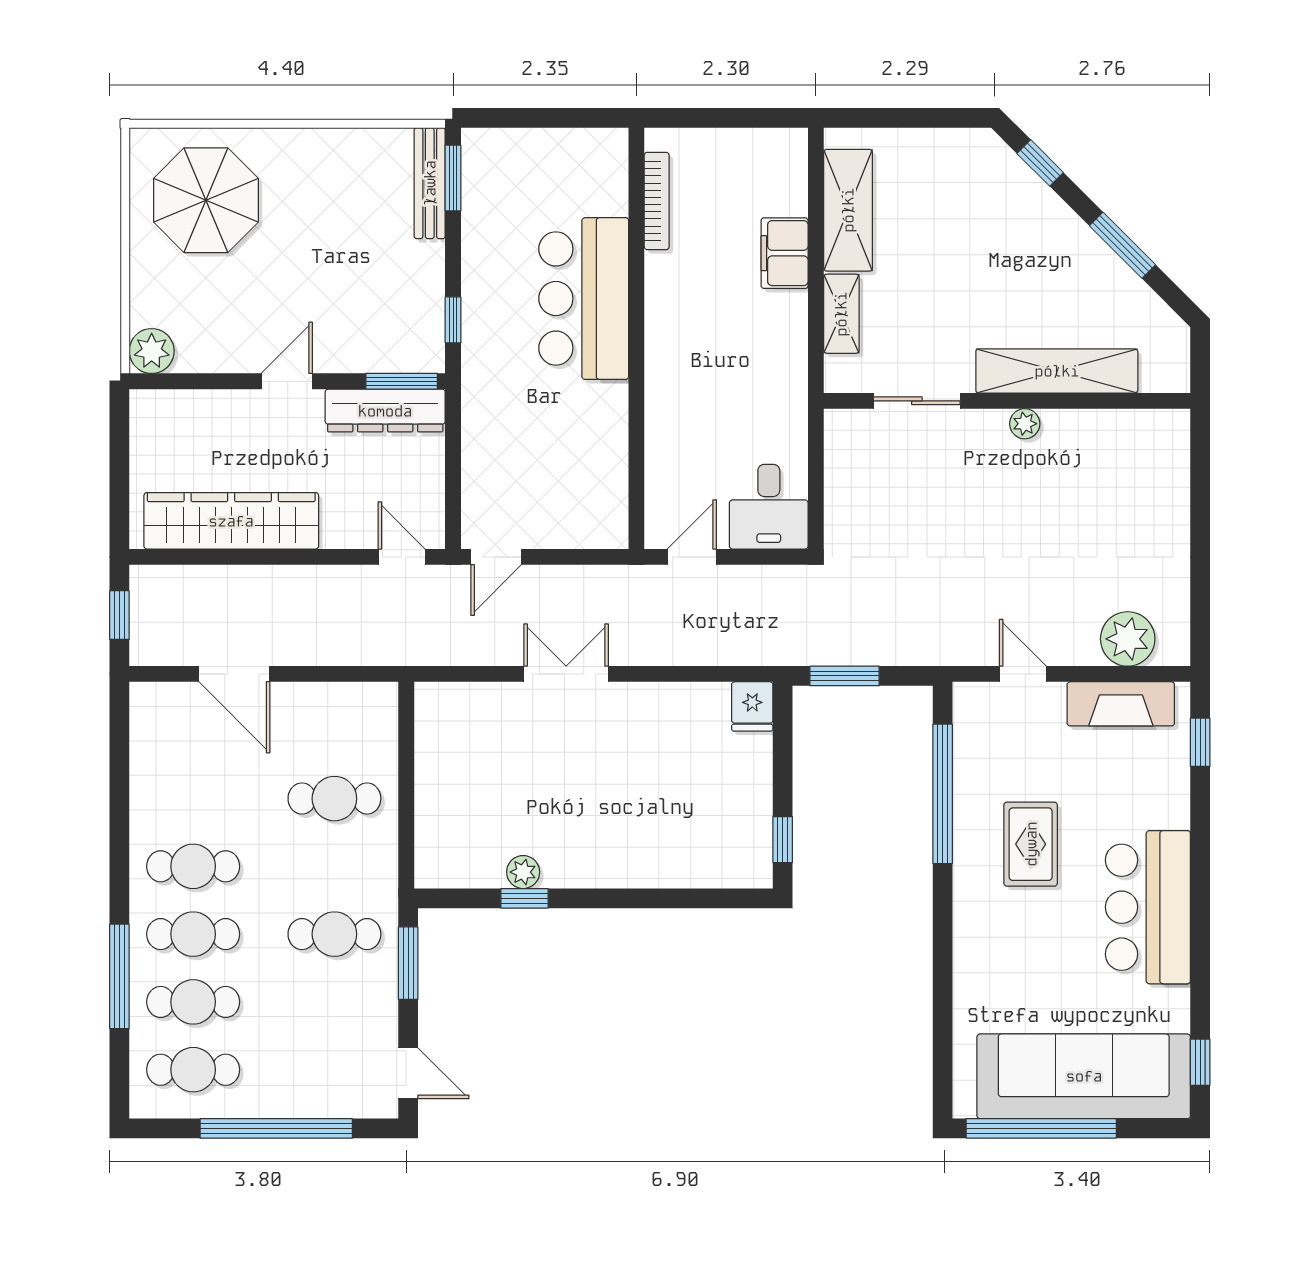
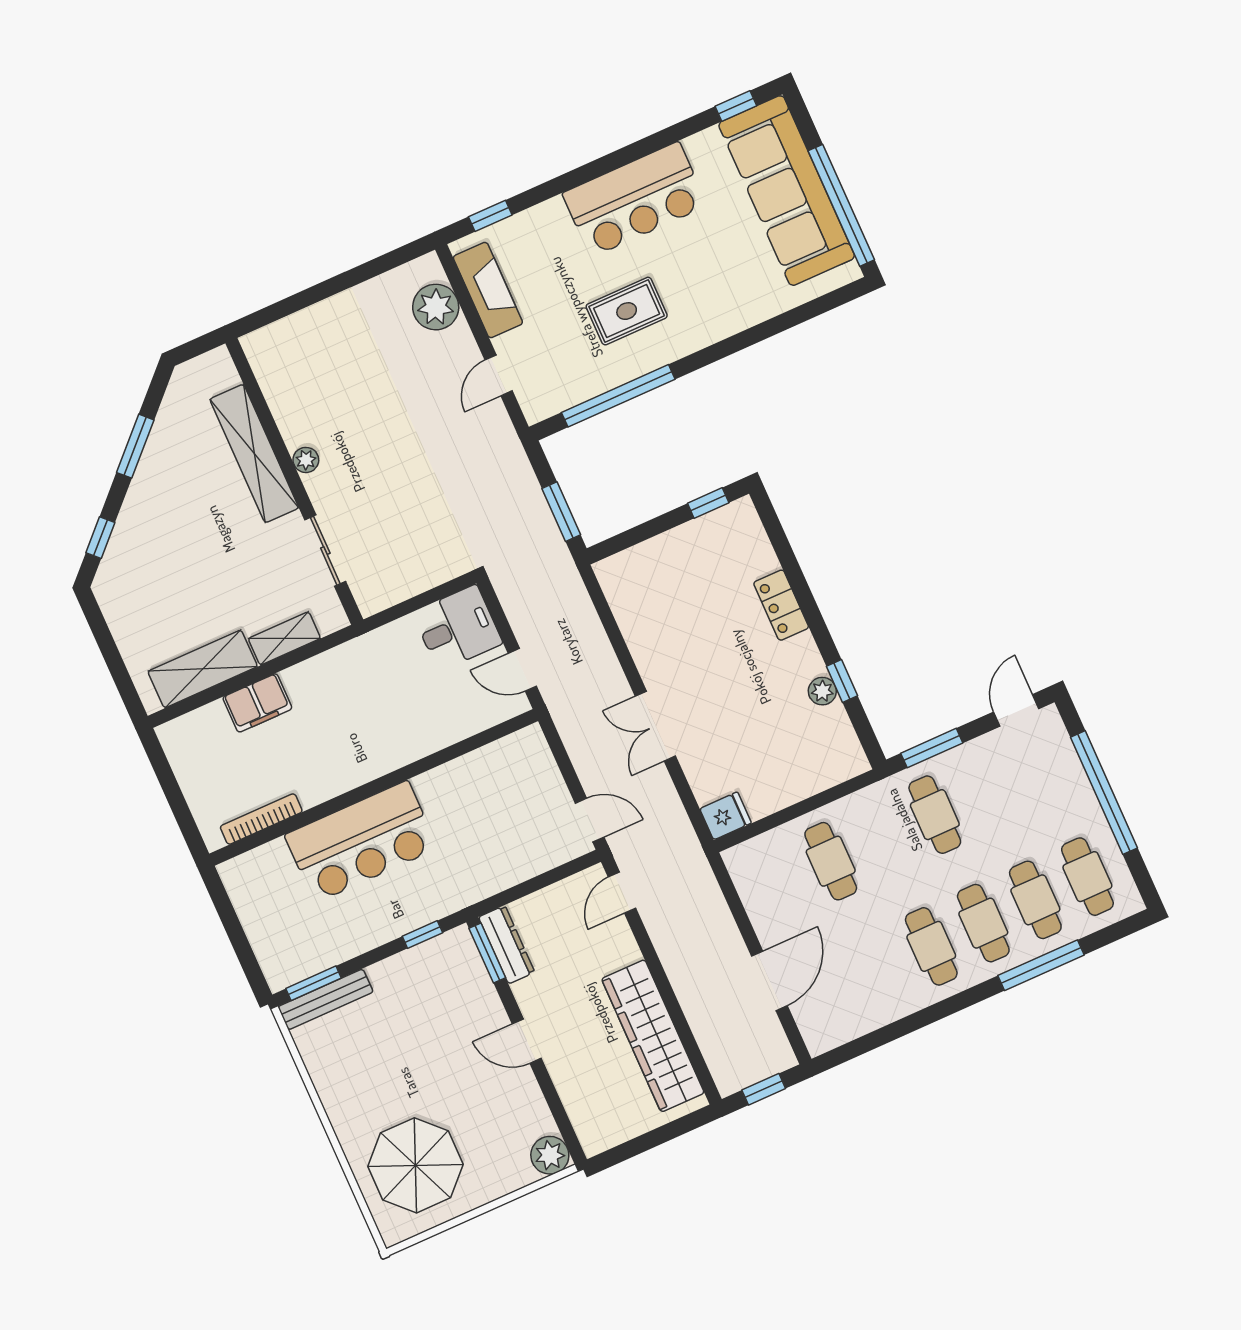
dresser: (385, 411) -> (507, 945), width x0.73, depth x0.80
fridge: (752, 706) -> (726, 816), moved
locker: (636, 869) -> (781, 605), added

